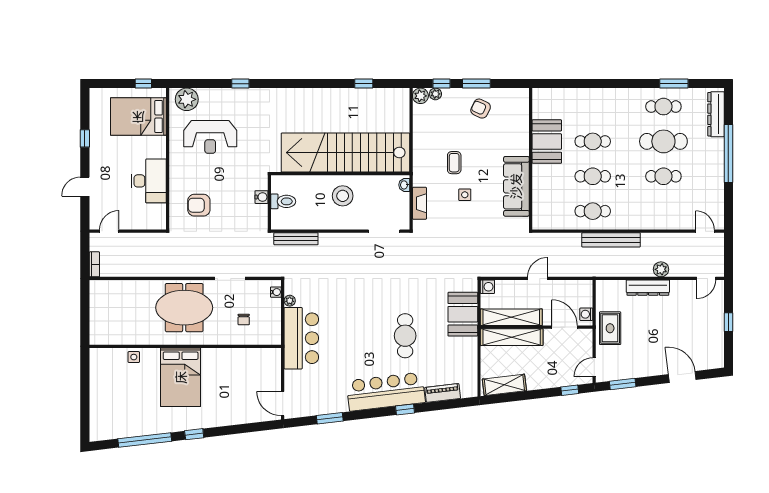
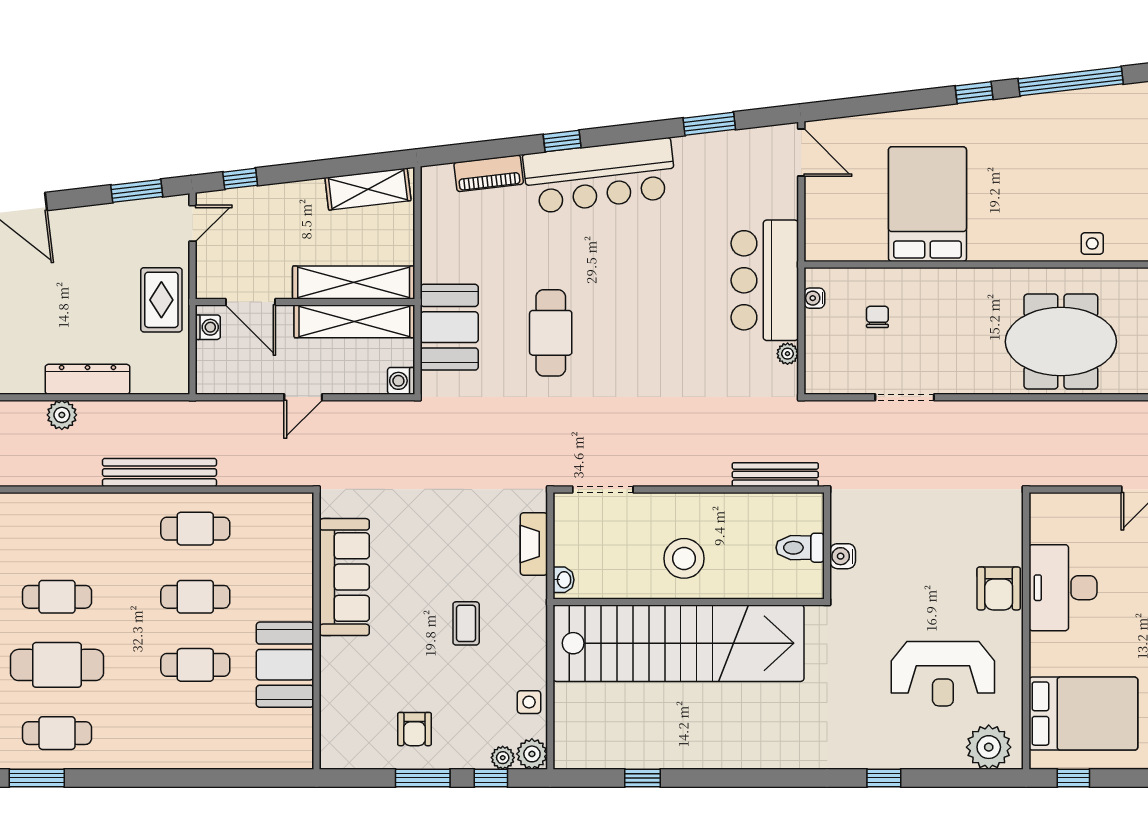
armchair: (481, 109) -> (414, 729), turned 65
reception desk: (210, 137) -> (943, 674), turned 180
side table: (465, 195) -> (529, 702), moved
armchair: (199, 205) -> (999, 588), moved, turned 90
water cooler: (276, 292) -> (814, 298), moved
meeting table: (184, 308) -> (1061, 342), moved
cafe table: (405, 336) -> (551, 333), moved
bed: (181, 377) -> (927, 204), moved

